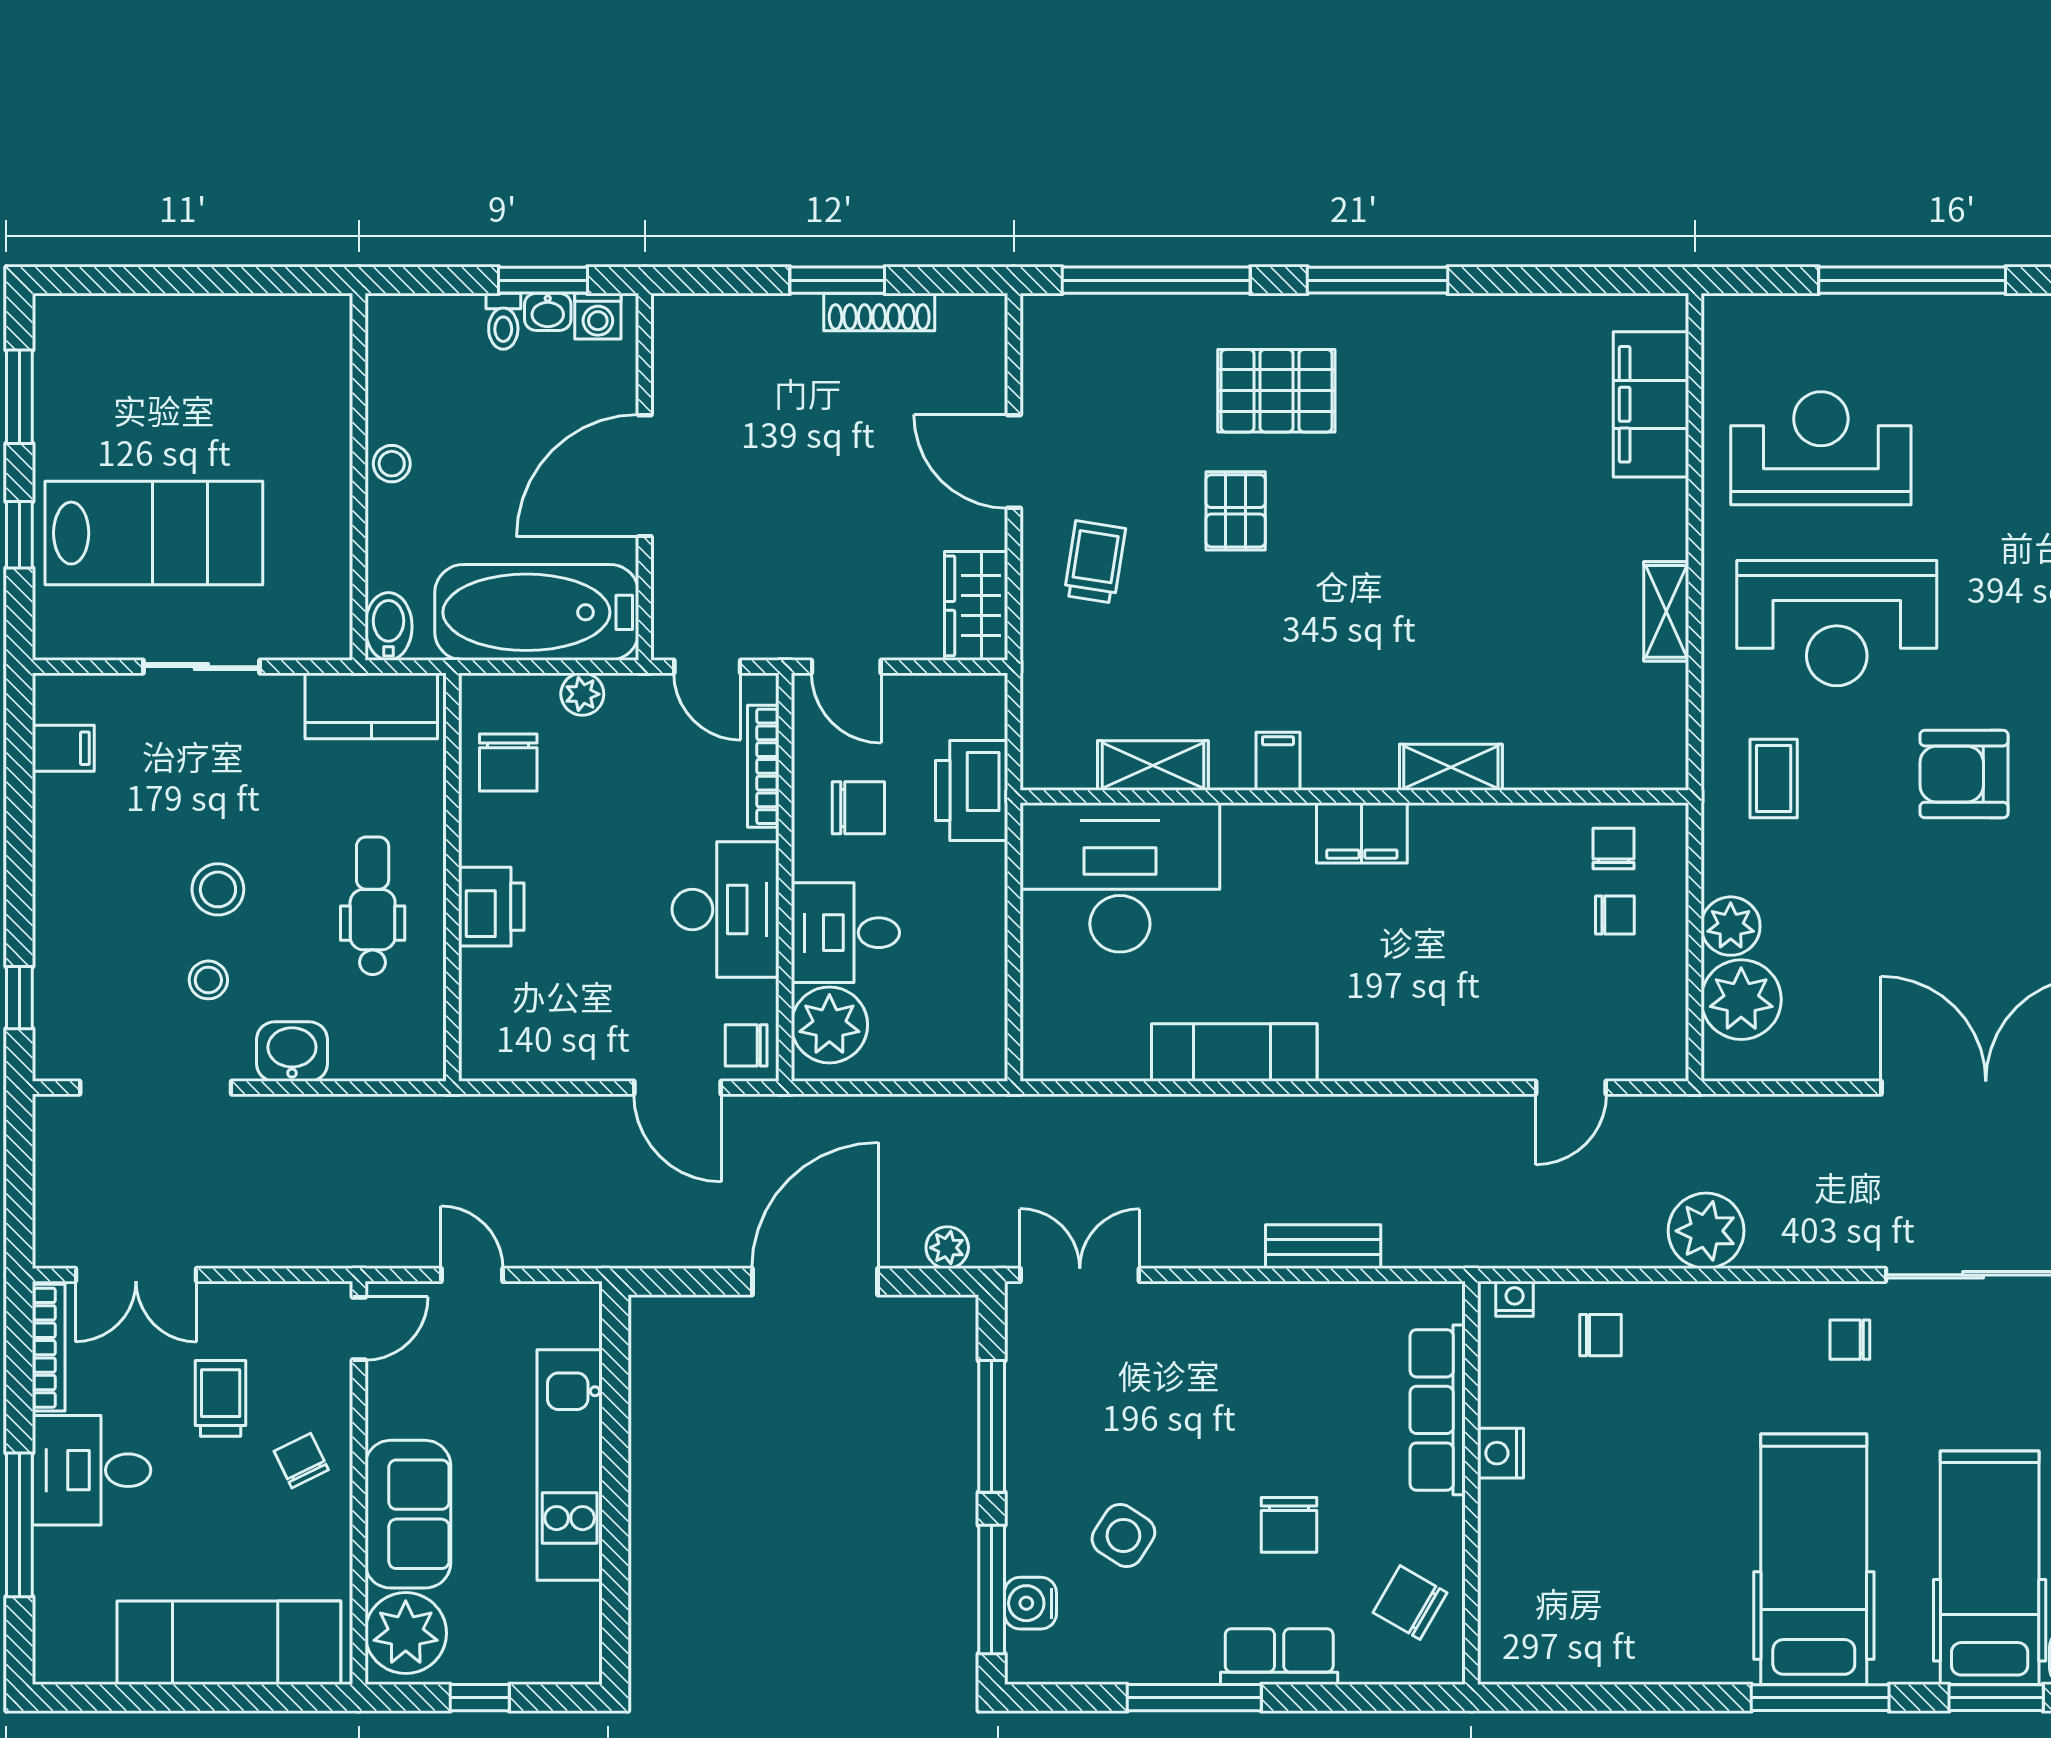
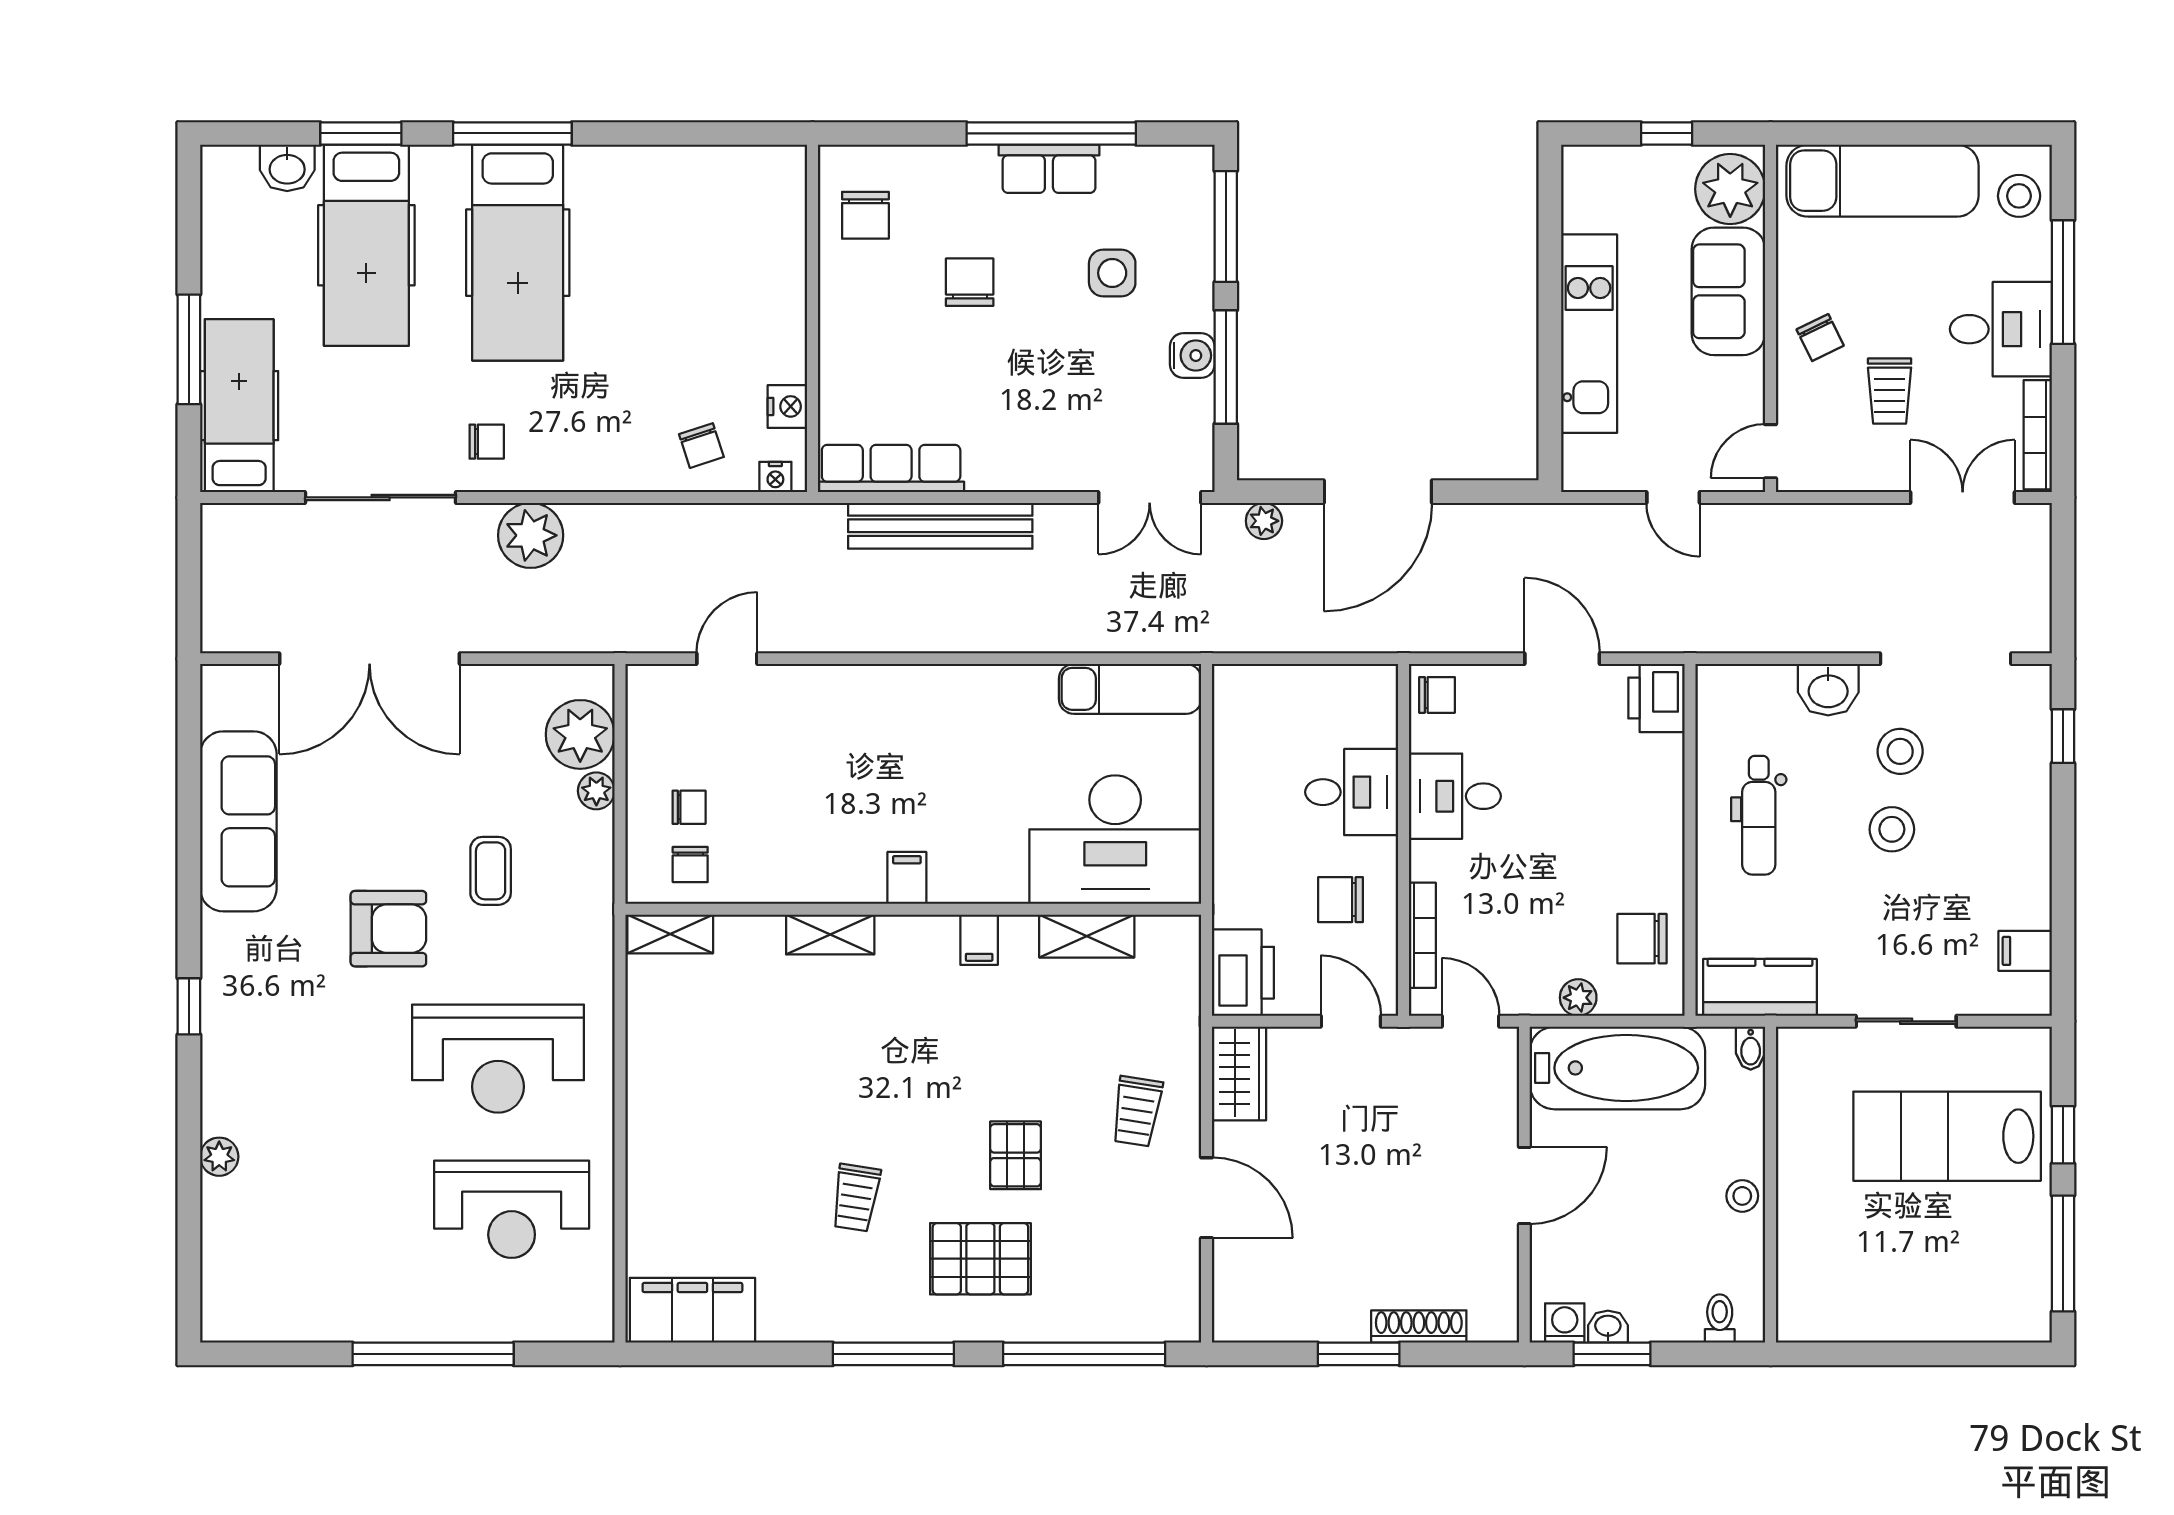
shoe rack: (879, 312) -> (1419, 1326), moved
toilet: (503, 321) -> (1720, 1318), moved
window: (19, 397) -> (2063, 1254), width x1.44
filing cabinet: (1651, 404) -> (692, 1310), moved, turned -90
trolley: (1421, 462) -> (856, 1198), added
door: (645, 476) -> (1524, 1185), width x0.73
shelving: (1666, 611) -> (670, 934), moved, turned 90
reception desk: (1837, 623) -> (498, 1059), turned 180
bidet: (389, 626) -> (1751, 1048), width x0.72, depth x0.74
chair: (508, 762) -> (1642, 939), turned -90
coffee table: (1774, 778) -> (491, 871), moved
printer: (972, 790) -> (1243, 973), moved
filing cabinet: (1362, 833) -> (907, 878), width x0.50
printer: (491, 907) -> (1657, 698), moved
desk: (725, 909) -> (1455, 796), width x0.73
chair: (1615, 915) -> (689, 807), turned 180
plant: (1731, 926) -> (596, 791), width x0.73, depth x0.73
stool: (208, 980) -> (1900, 751), width x1.37, depth x1.37
plant: (829, 1025) -> (1365, 713), removed
exam couch: (1234, 1052) -> (1130, 689), moved
door: (677, 1088) -> (1562, 659), moved
plant: (1706, 1231) -> (531, 535), moved
bench: (1323, 1247) -> (940, 526), width x1.86, depth x1.21
chair: (1601, 1335) -> (701, 446), turned -108
row of seats: (1438, 1410) -> (891, 468), moved, turned -90
nightstand: (1501, 1453) -> (787, 406), moved
side table: (1123, 1536) -> (1112, 273), turned -33
water cooler: (1030, 1603) -> (1192, 355), moved
chair: (1410, 1603) -> (865, 215), turned 60
stool: (70, 1625) -> (2019, 196), added
row of seats: (1279, 1657) -> (1049, 169), moved
window: (1194, 1698) -> (1051, 133), width x1.46

